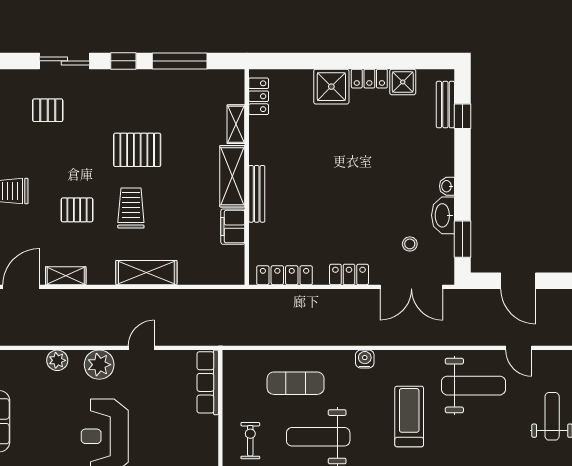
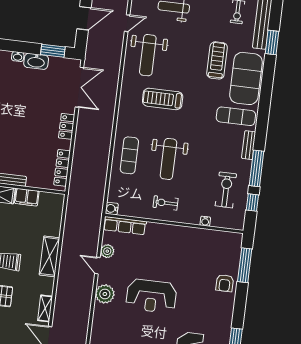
stool: (410, 244) -> (52, 85), removed
water cooler: (365, 359) -> (112, 209), moved
plant: (57, 360) -> (107, 251), moved
exercise mat: (296, 383) -> (129, 155), moved
weight bench: (473, 386) -> (148, 55), turned 180

